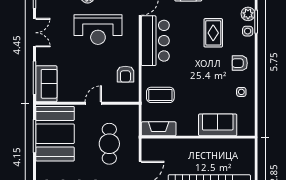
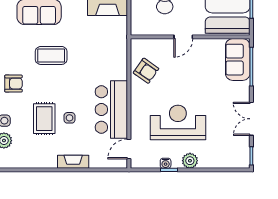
armchair: (125, 74) -> (146, 71), turned 125
side table: (241, 92) -> (69, 118), moved
coffee table: (160, 95) -> (51, 55), moved

